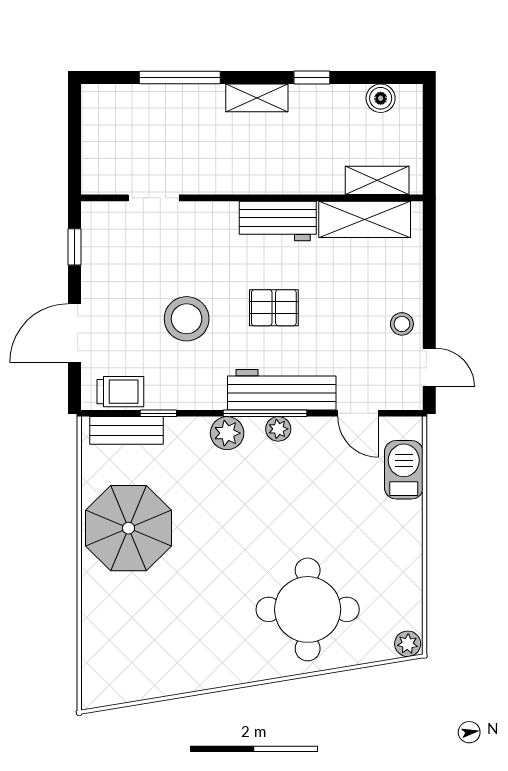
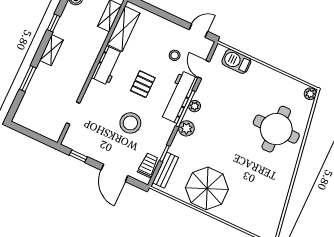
window: (180, 78) -> (28, 79), width x0.69
stool: (402, 324) -> (175, 55), moved
door: (358, 413) -> (204, 70), swing flipped

